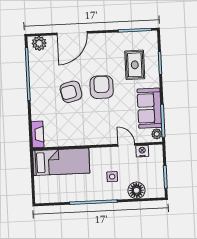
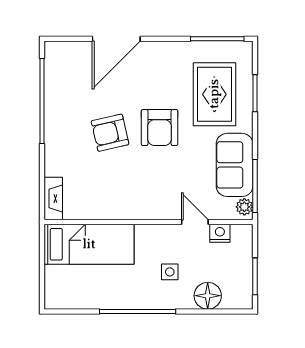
plant: (39, 43) -> (63, 53), removed
rug: (135, 65) -> (214, 94), width x1.36, depth x1.43
armchair: (102, 87) -> (160, 128), turned 180

